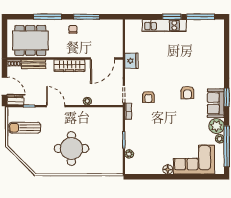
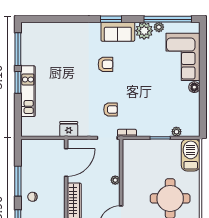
door: (103, 59) -> (66, 162), hinge flipped
barbecue: (109, 166) -> (191, 155), added

